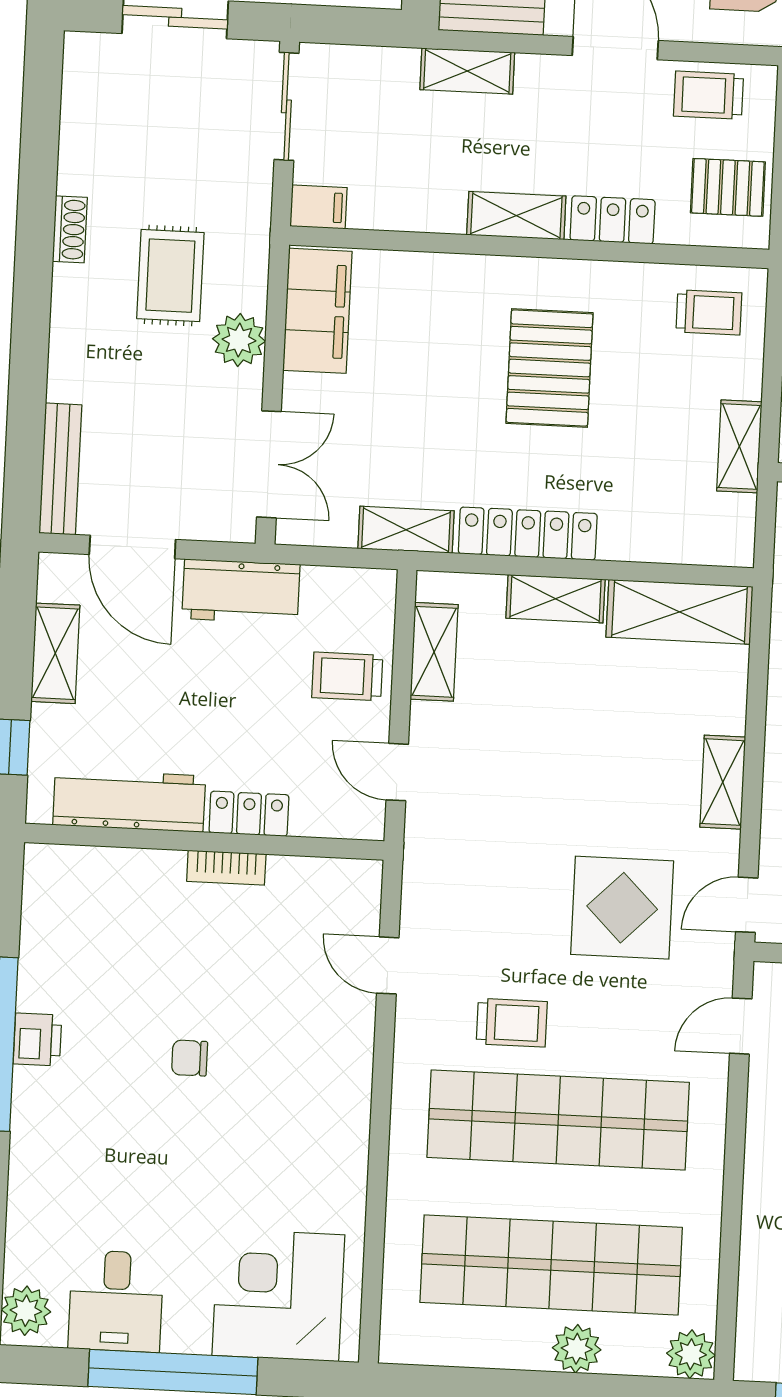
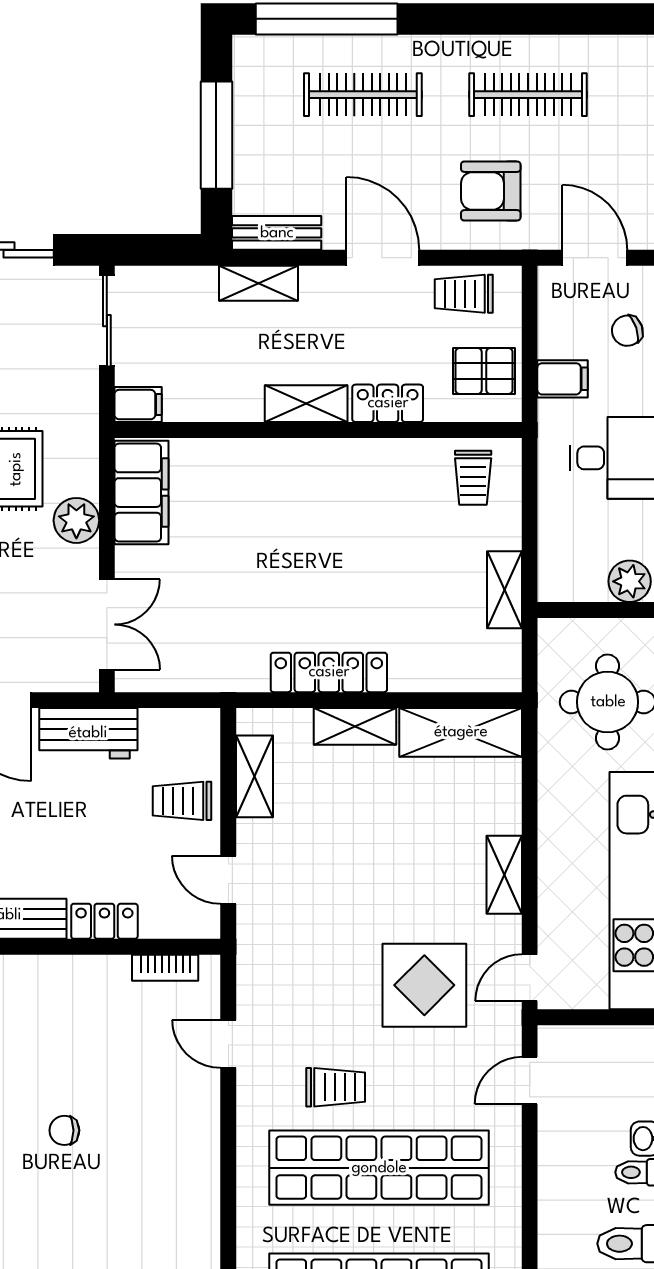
trolley: (709, 312) -> (473, 478), turned 90
pallet: (549, 368) -> (340, 531), removed
shelving: (406, 530) -> (226, 674), removed
bookcase: (226, 868) -> (165, 968), moved

